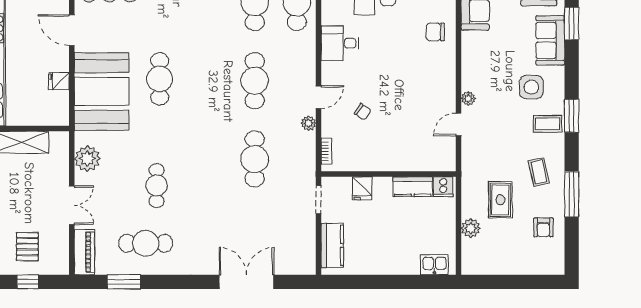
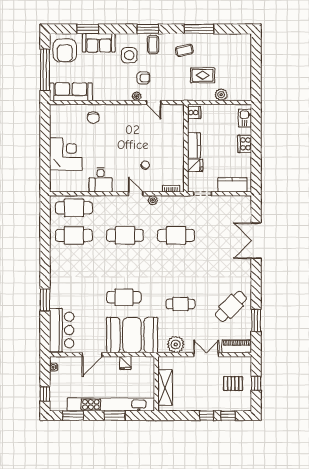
cafe table: (157, 186) -> (181, 304), moved
kitchen counter: (413, 187) -> (194, 145), moved
armchair: (543, 227) -> (143, 78), moved
cafe table: (146, 243) -> (231, 306), turned 46
cooker: (395, 264) -> (245, 144), added

